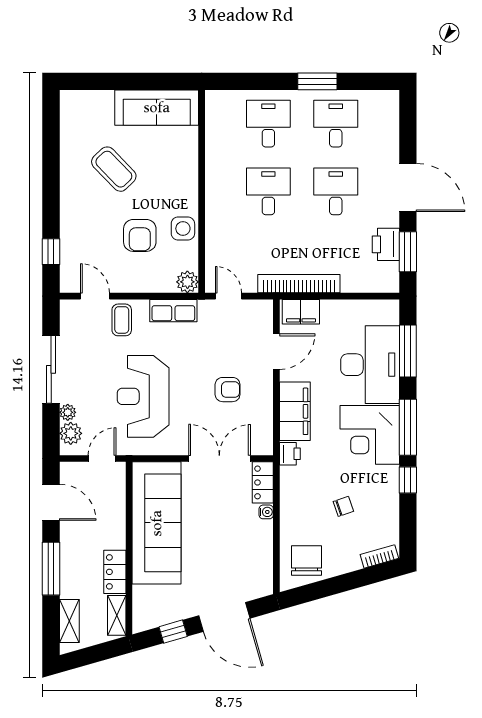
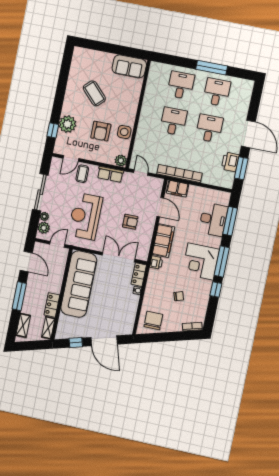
window: (317, 81) -> (212, 68), width x1.44
sofa: (157, 108) -> (129, 66), width x0.73
plant: (76, 235) -> (67, 124), added
door: (95, 296) -> (71, 158), swing flipped
door: (276, 352) -> (160, 207), hinge flipped
desk: (370, 365) -> (213, 219), width x0.73, depth x0.77

